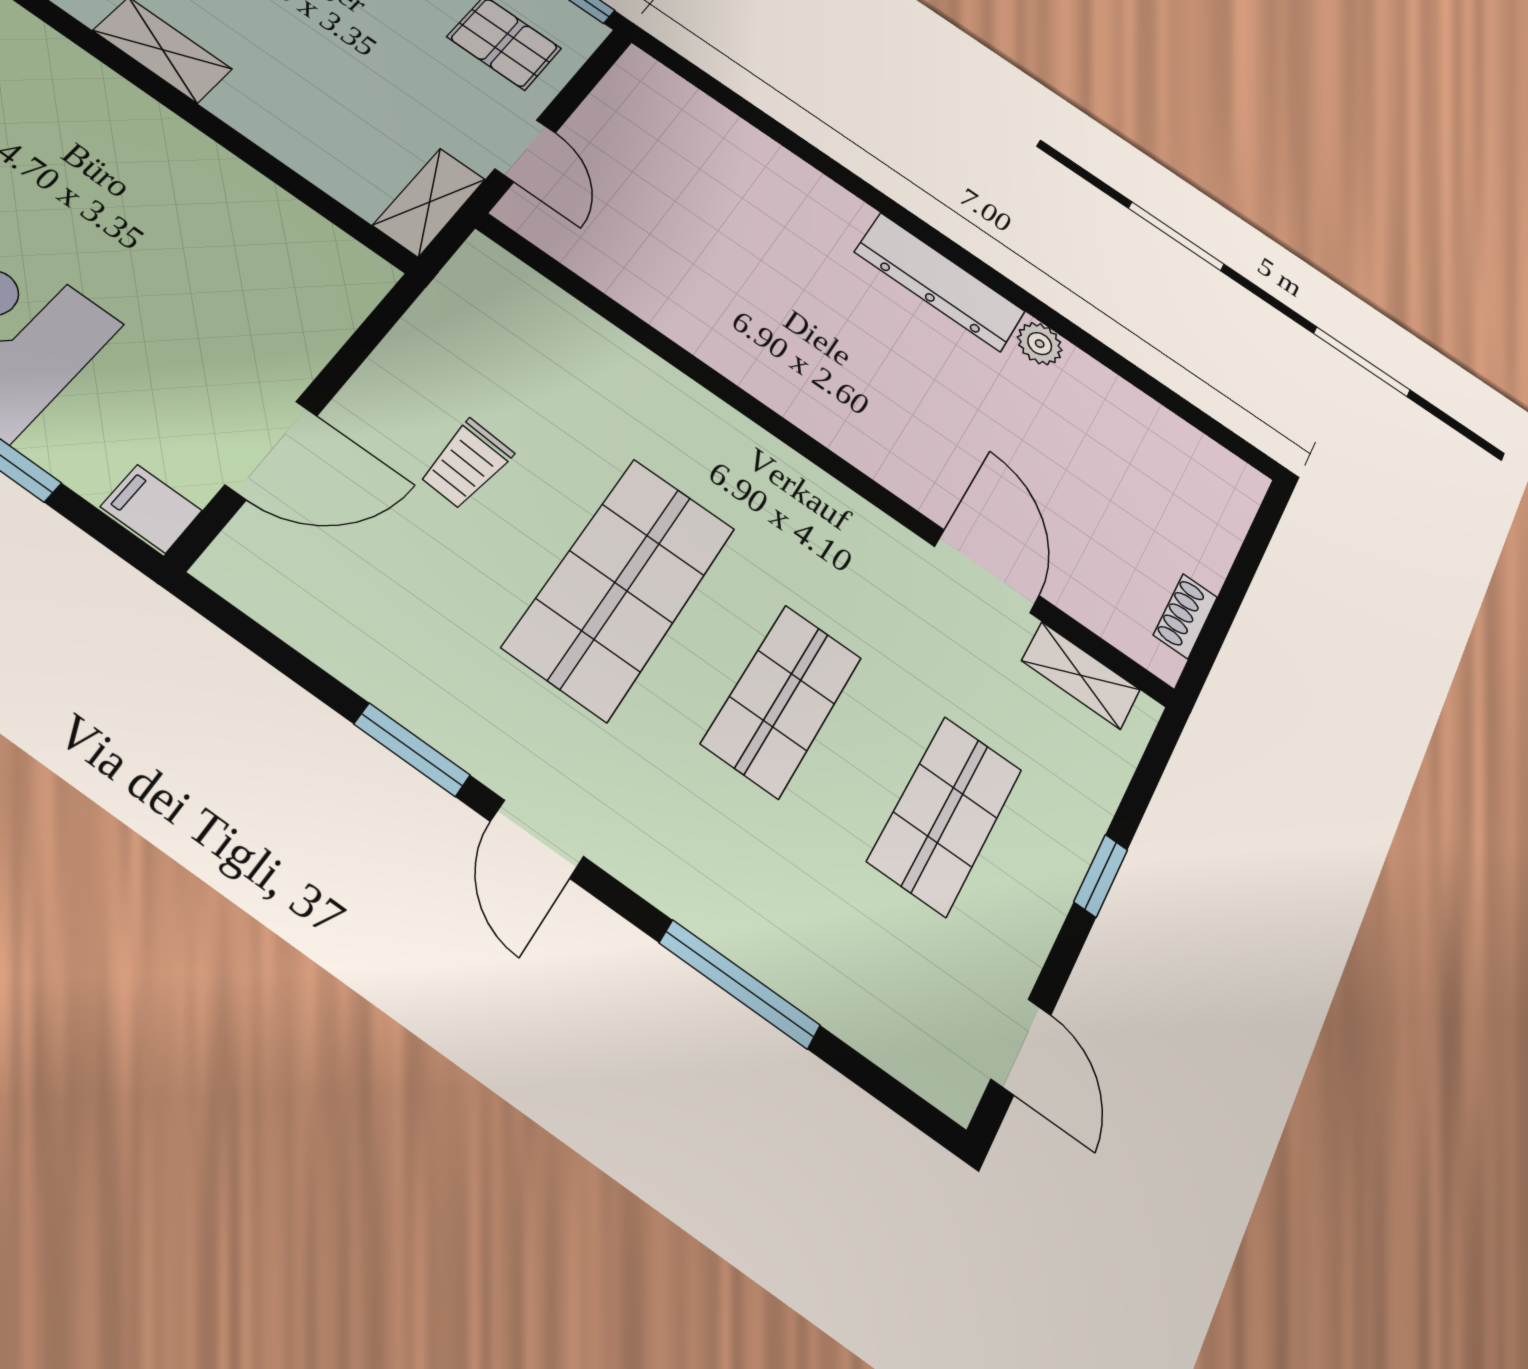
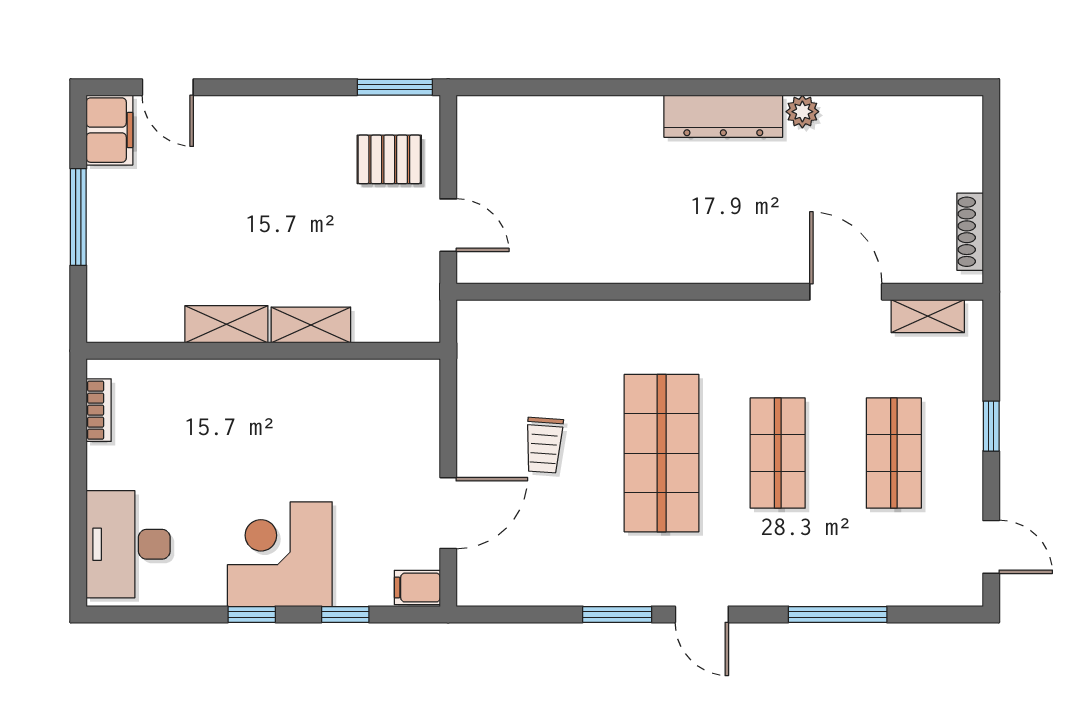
shelving: (430, 202) -> (311, 325), moved, turned 90
shoe rack: (1185, 616) -> (970, 232), width x1.43

